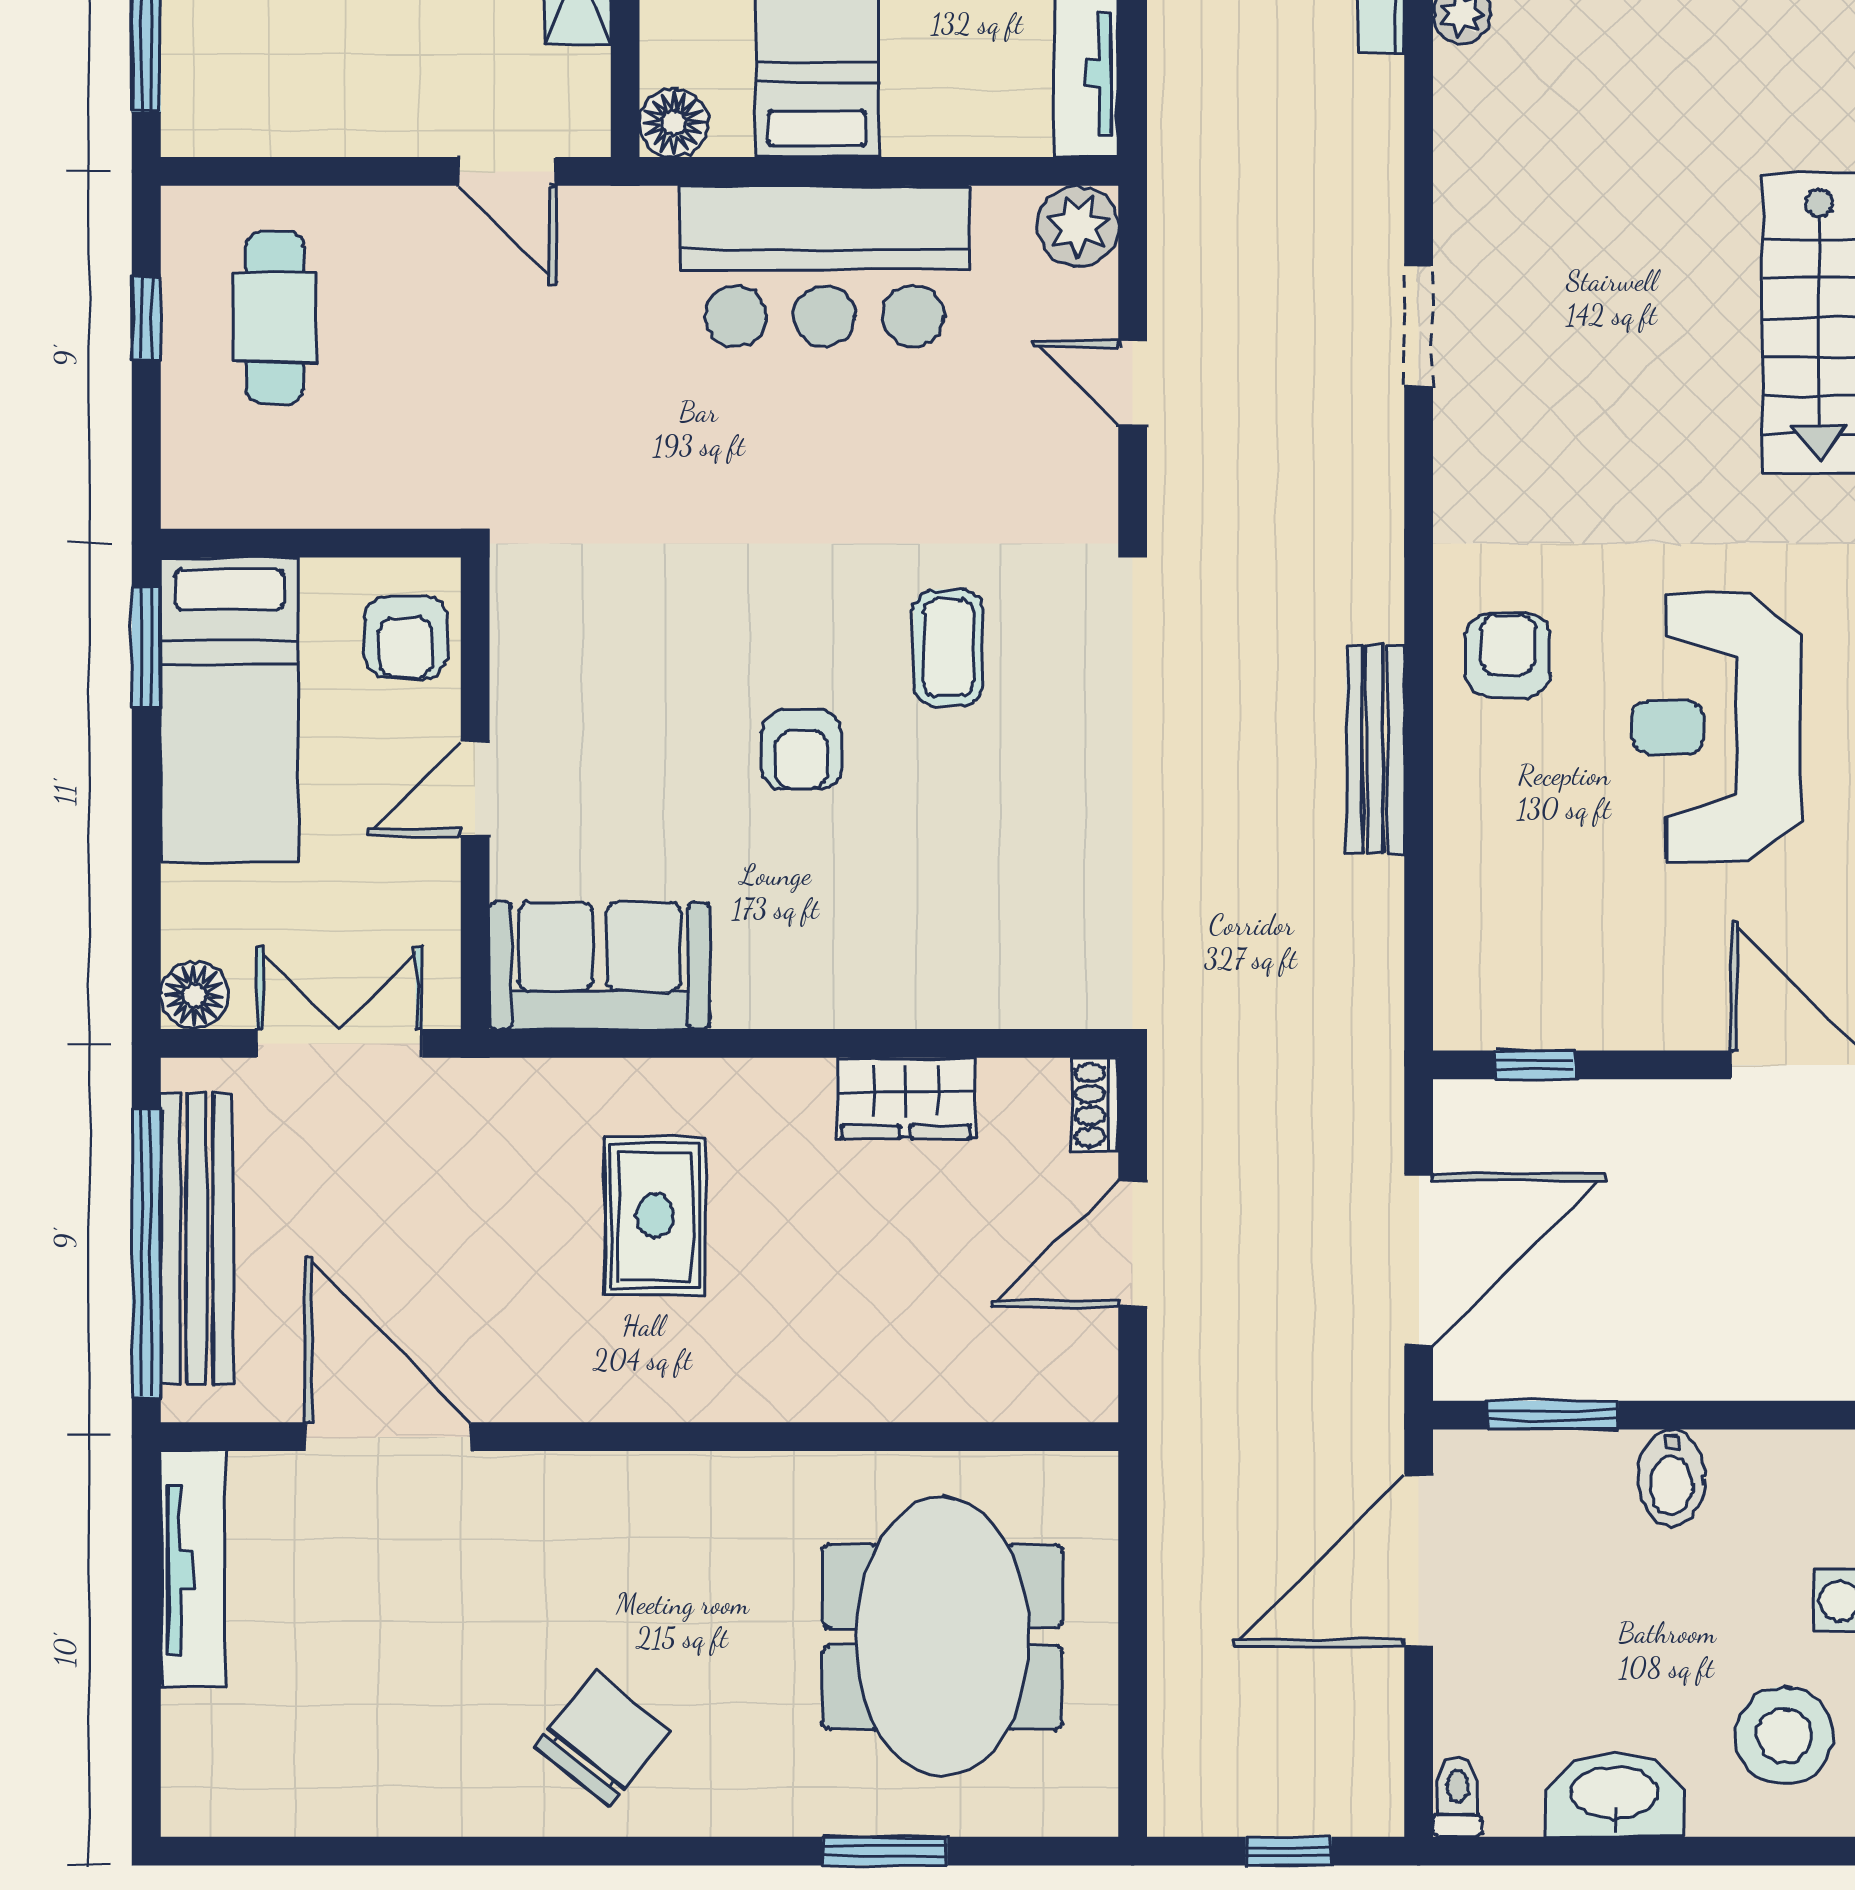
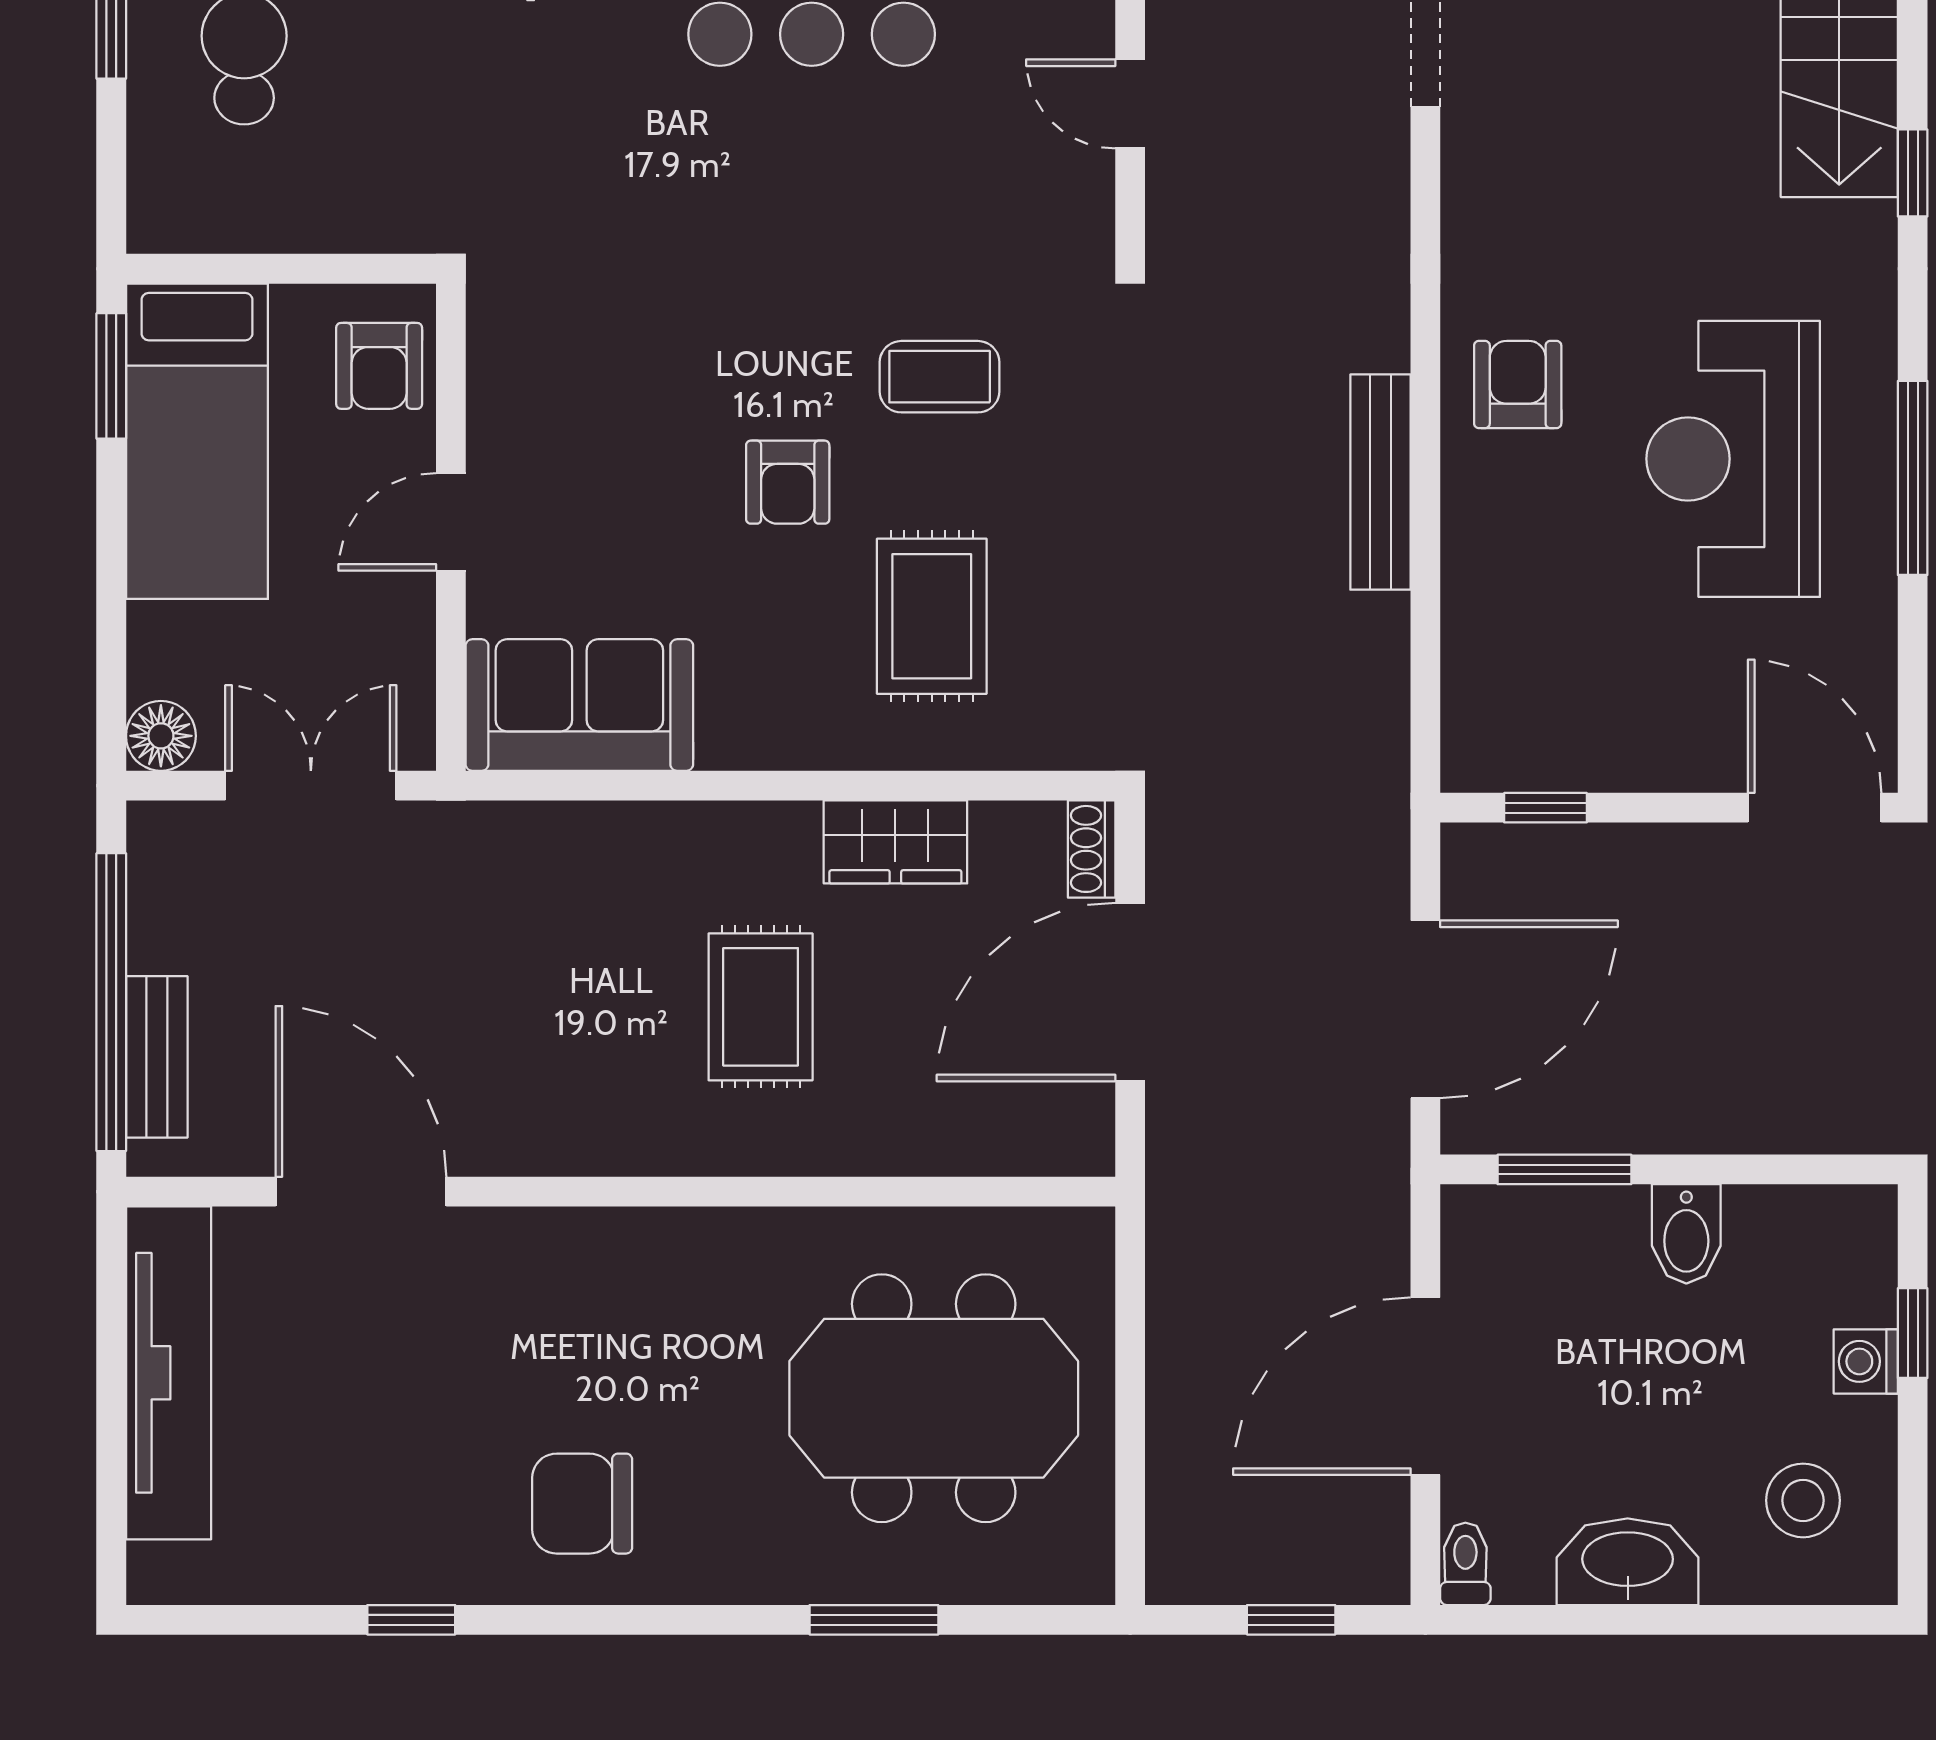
coffee table: (948, 648) -> (940, 377), turned 90
rug: (941, 880) -> (932, 616), added
rug: (655, 1216) -> (761, 1007), moved
bench: (197, 1239) -> (157, 1057), width x0.54, depth x0.82
door: (1133, 1243) -> (1130, 992), width x1.36
door: (1419, 1560) -> (1425, 1386), moved
tv unit: (193, 1569) -> (169, 1373), width x1.36, depth x1.29
meeting table: (943, 1637) -> (934, 1398), turned 90
stool: (1784, 1736) -> (1803, 1500), width x0.73, depth x0.73
chair: (602, 1739) -> (582, 1504), turned -129
window: (437, 1851) -> (411, 1620), added

